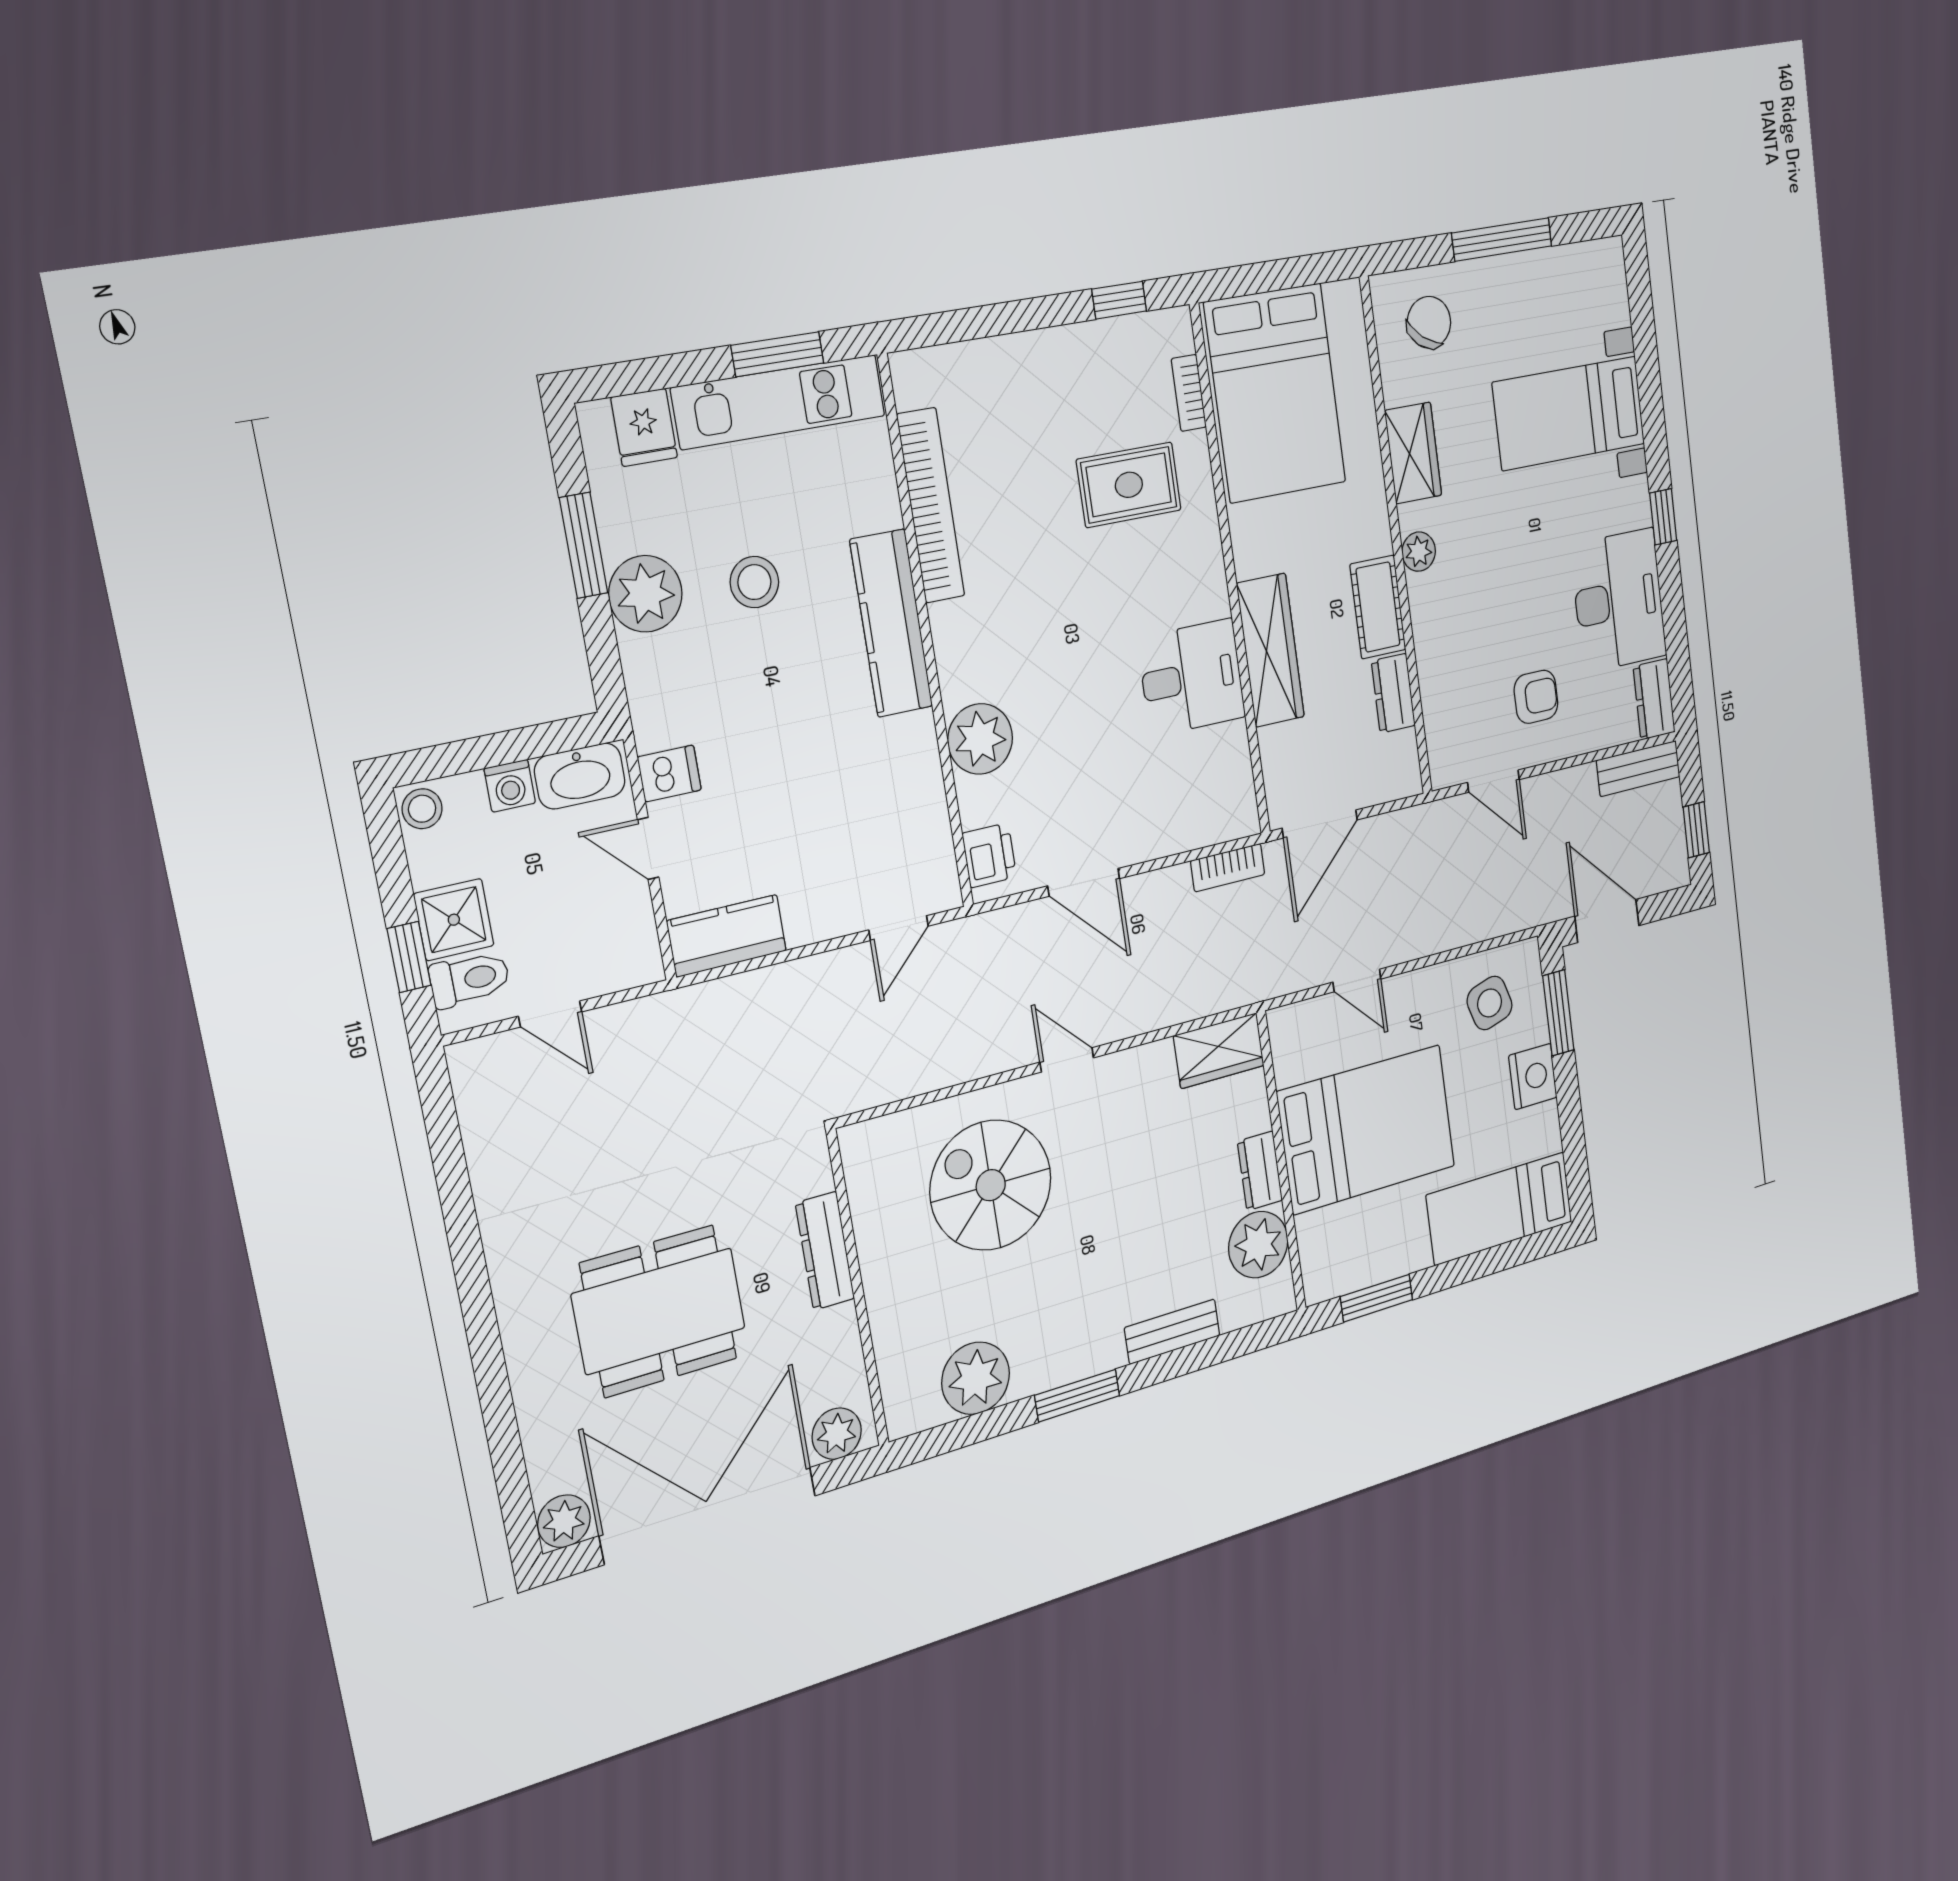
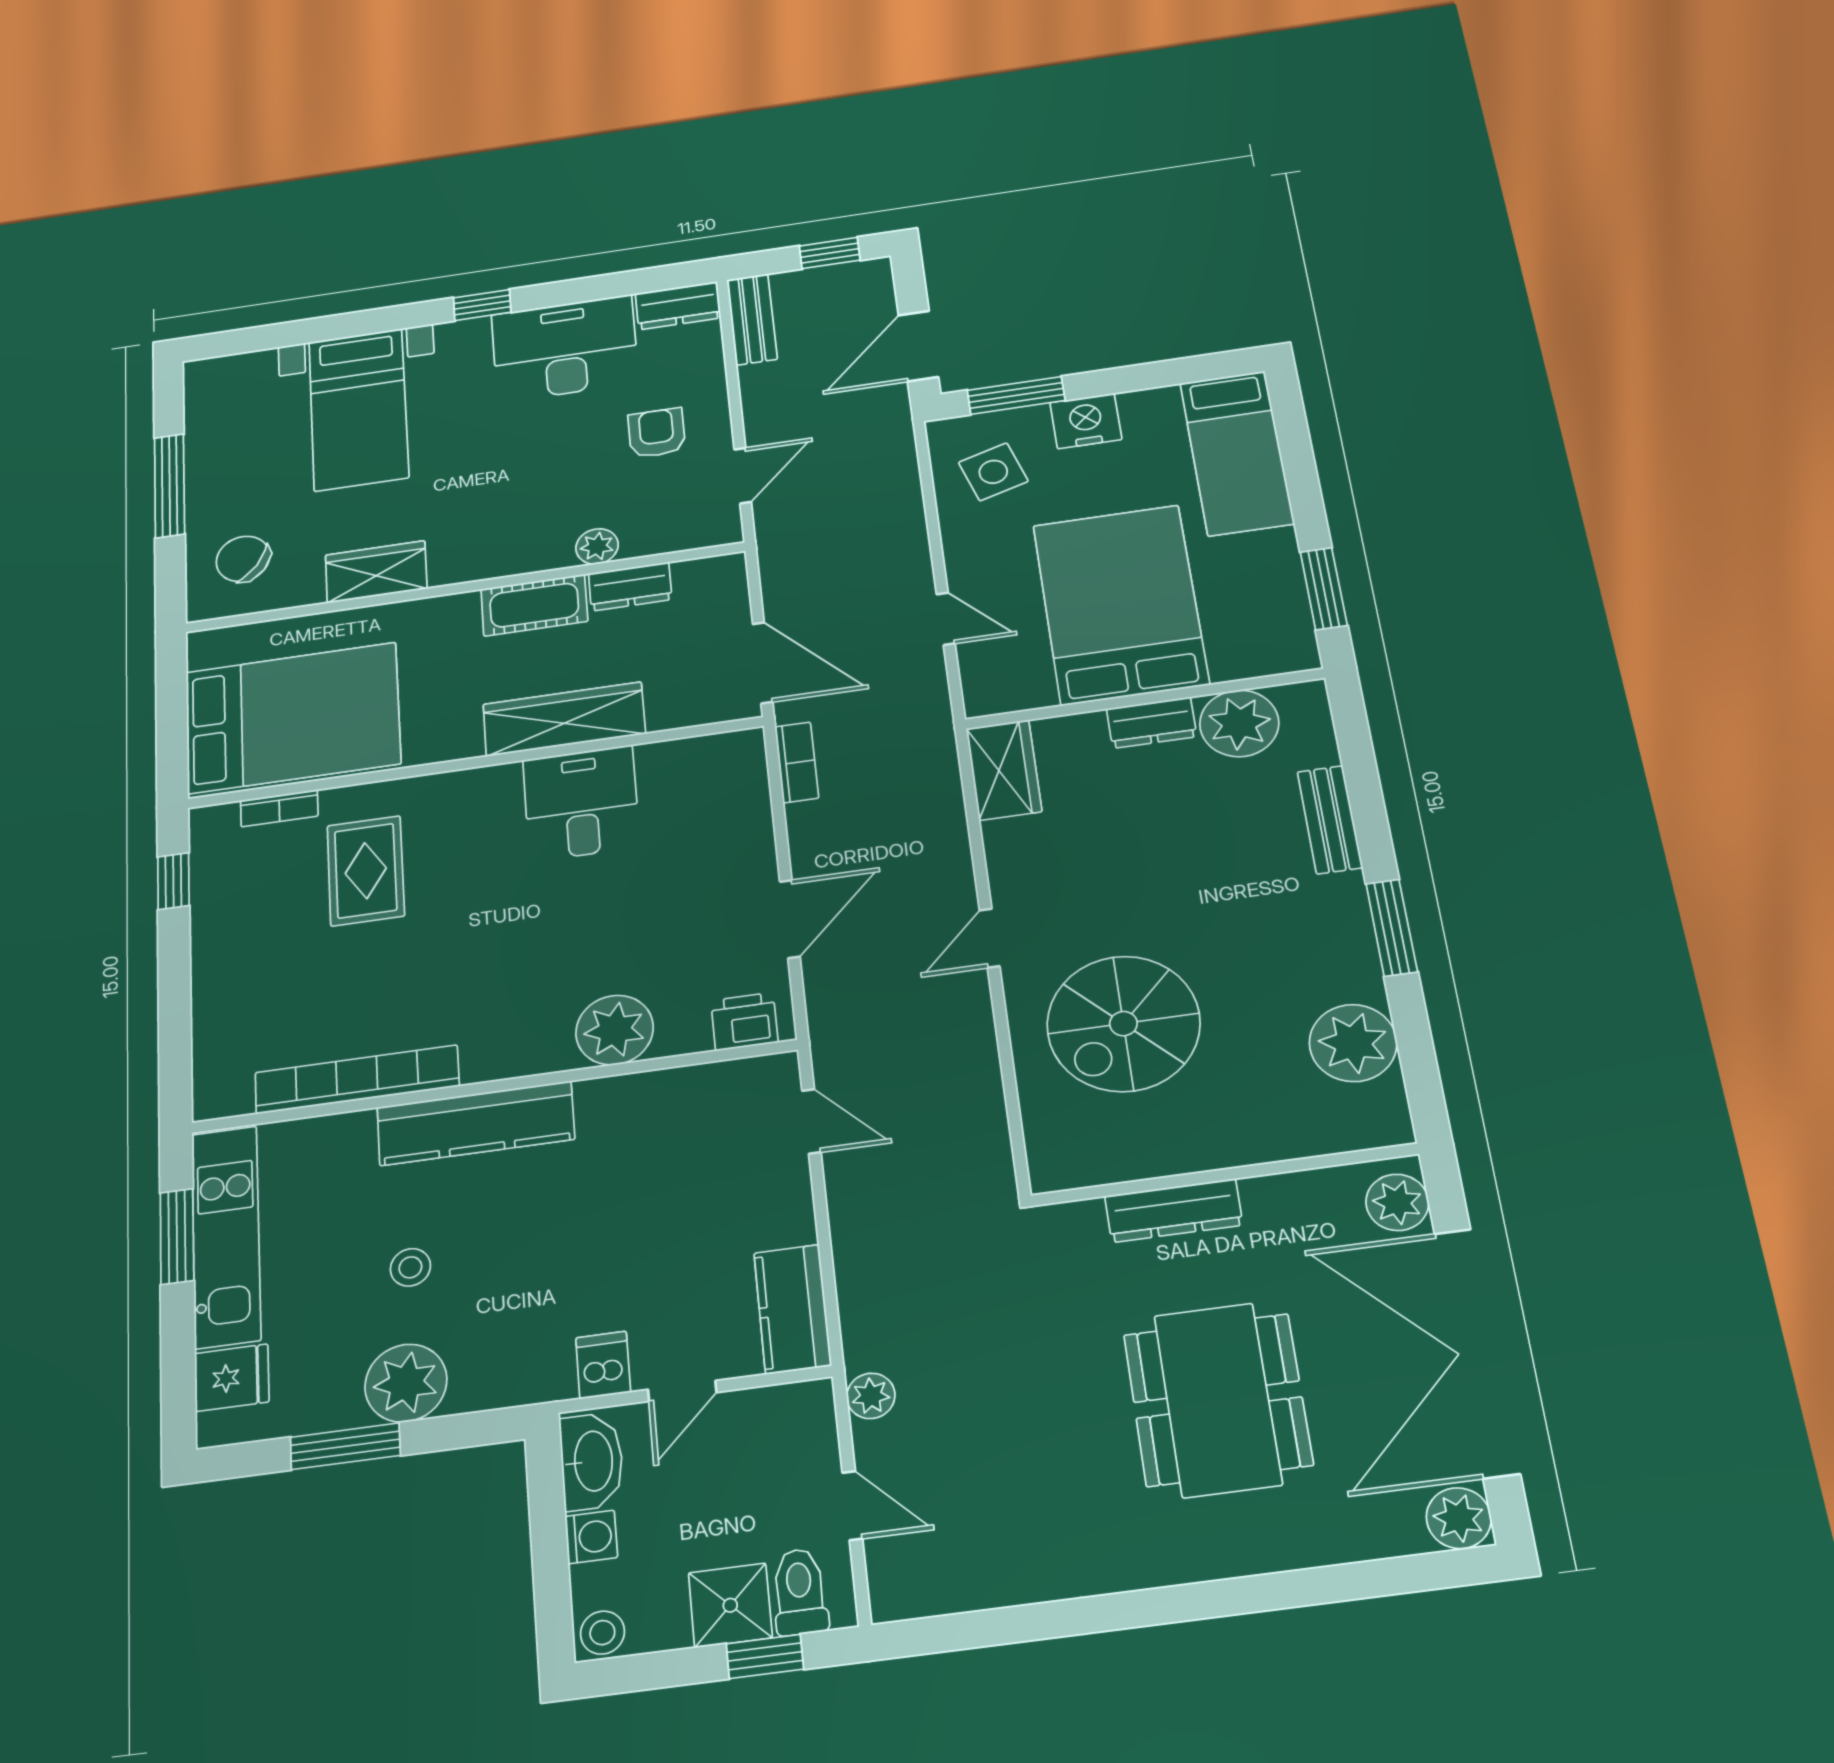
plant: (1419, 552) -> (597, 546), moved
stool: (754, 582) -> (410, 1267), width x0.73, depth x0.73
door: (1357, 981) -> (946, 619), hinge flipped
door: (550, 1014) -> (852, 1506), hinge flipped
plant: (650, 1016) -> (871, 1396), added

